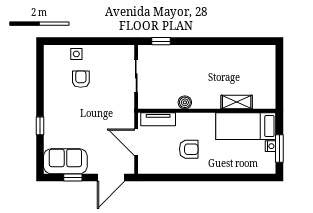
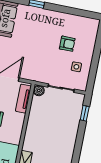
side table: (76, 54) -> (76, 67), moved
boiler: (185, 102) -> (39, 91), moved

